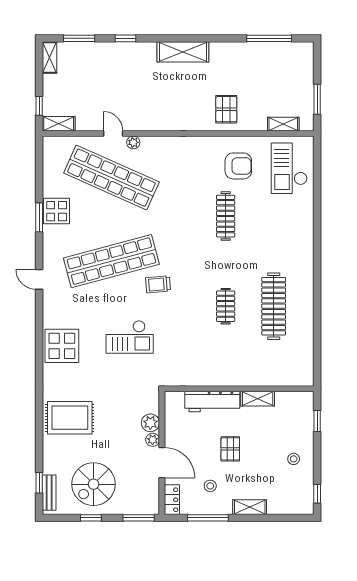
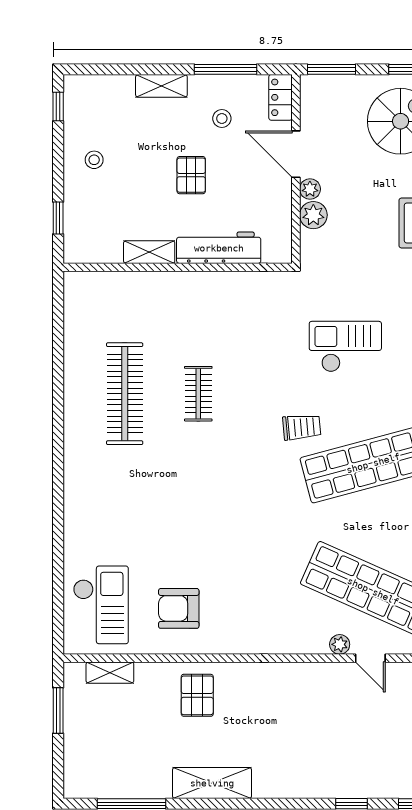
shelving: (183, 52) -> (212, 783), moved
clothes rail: (226, 216) -> (198, 532), removed

